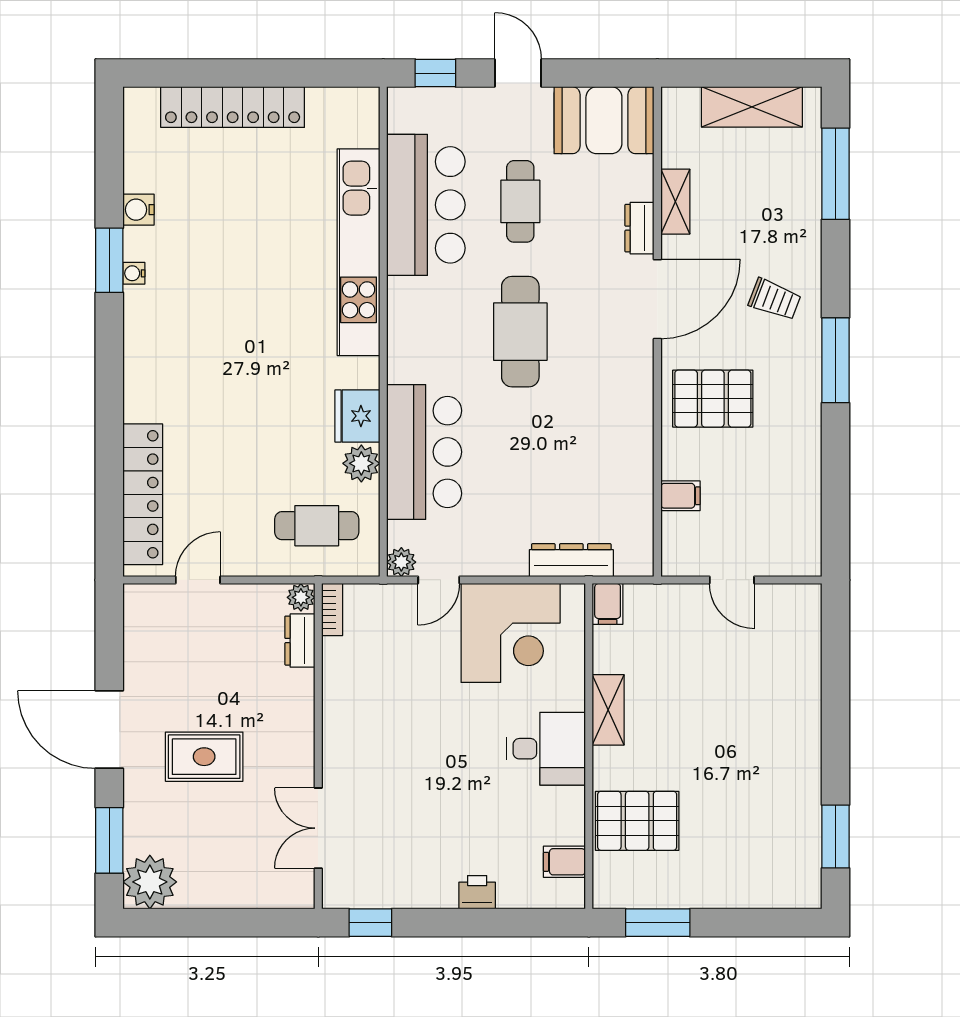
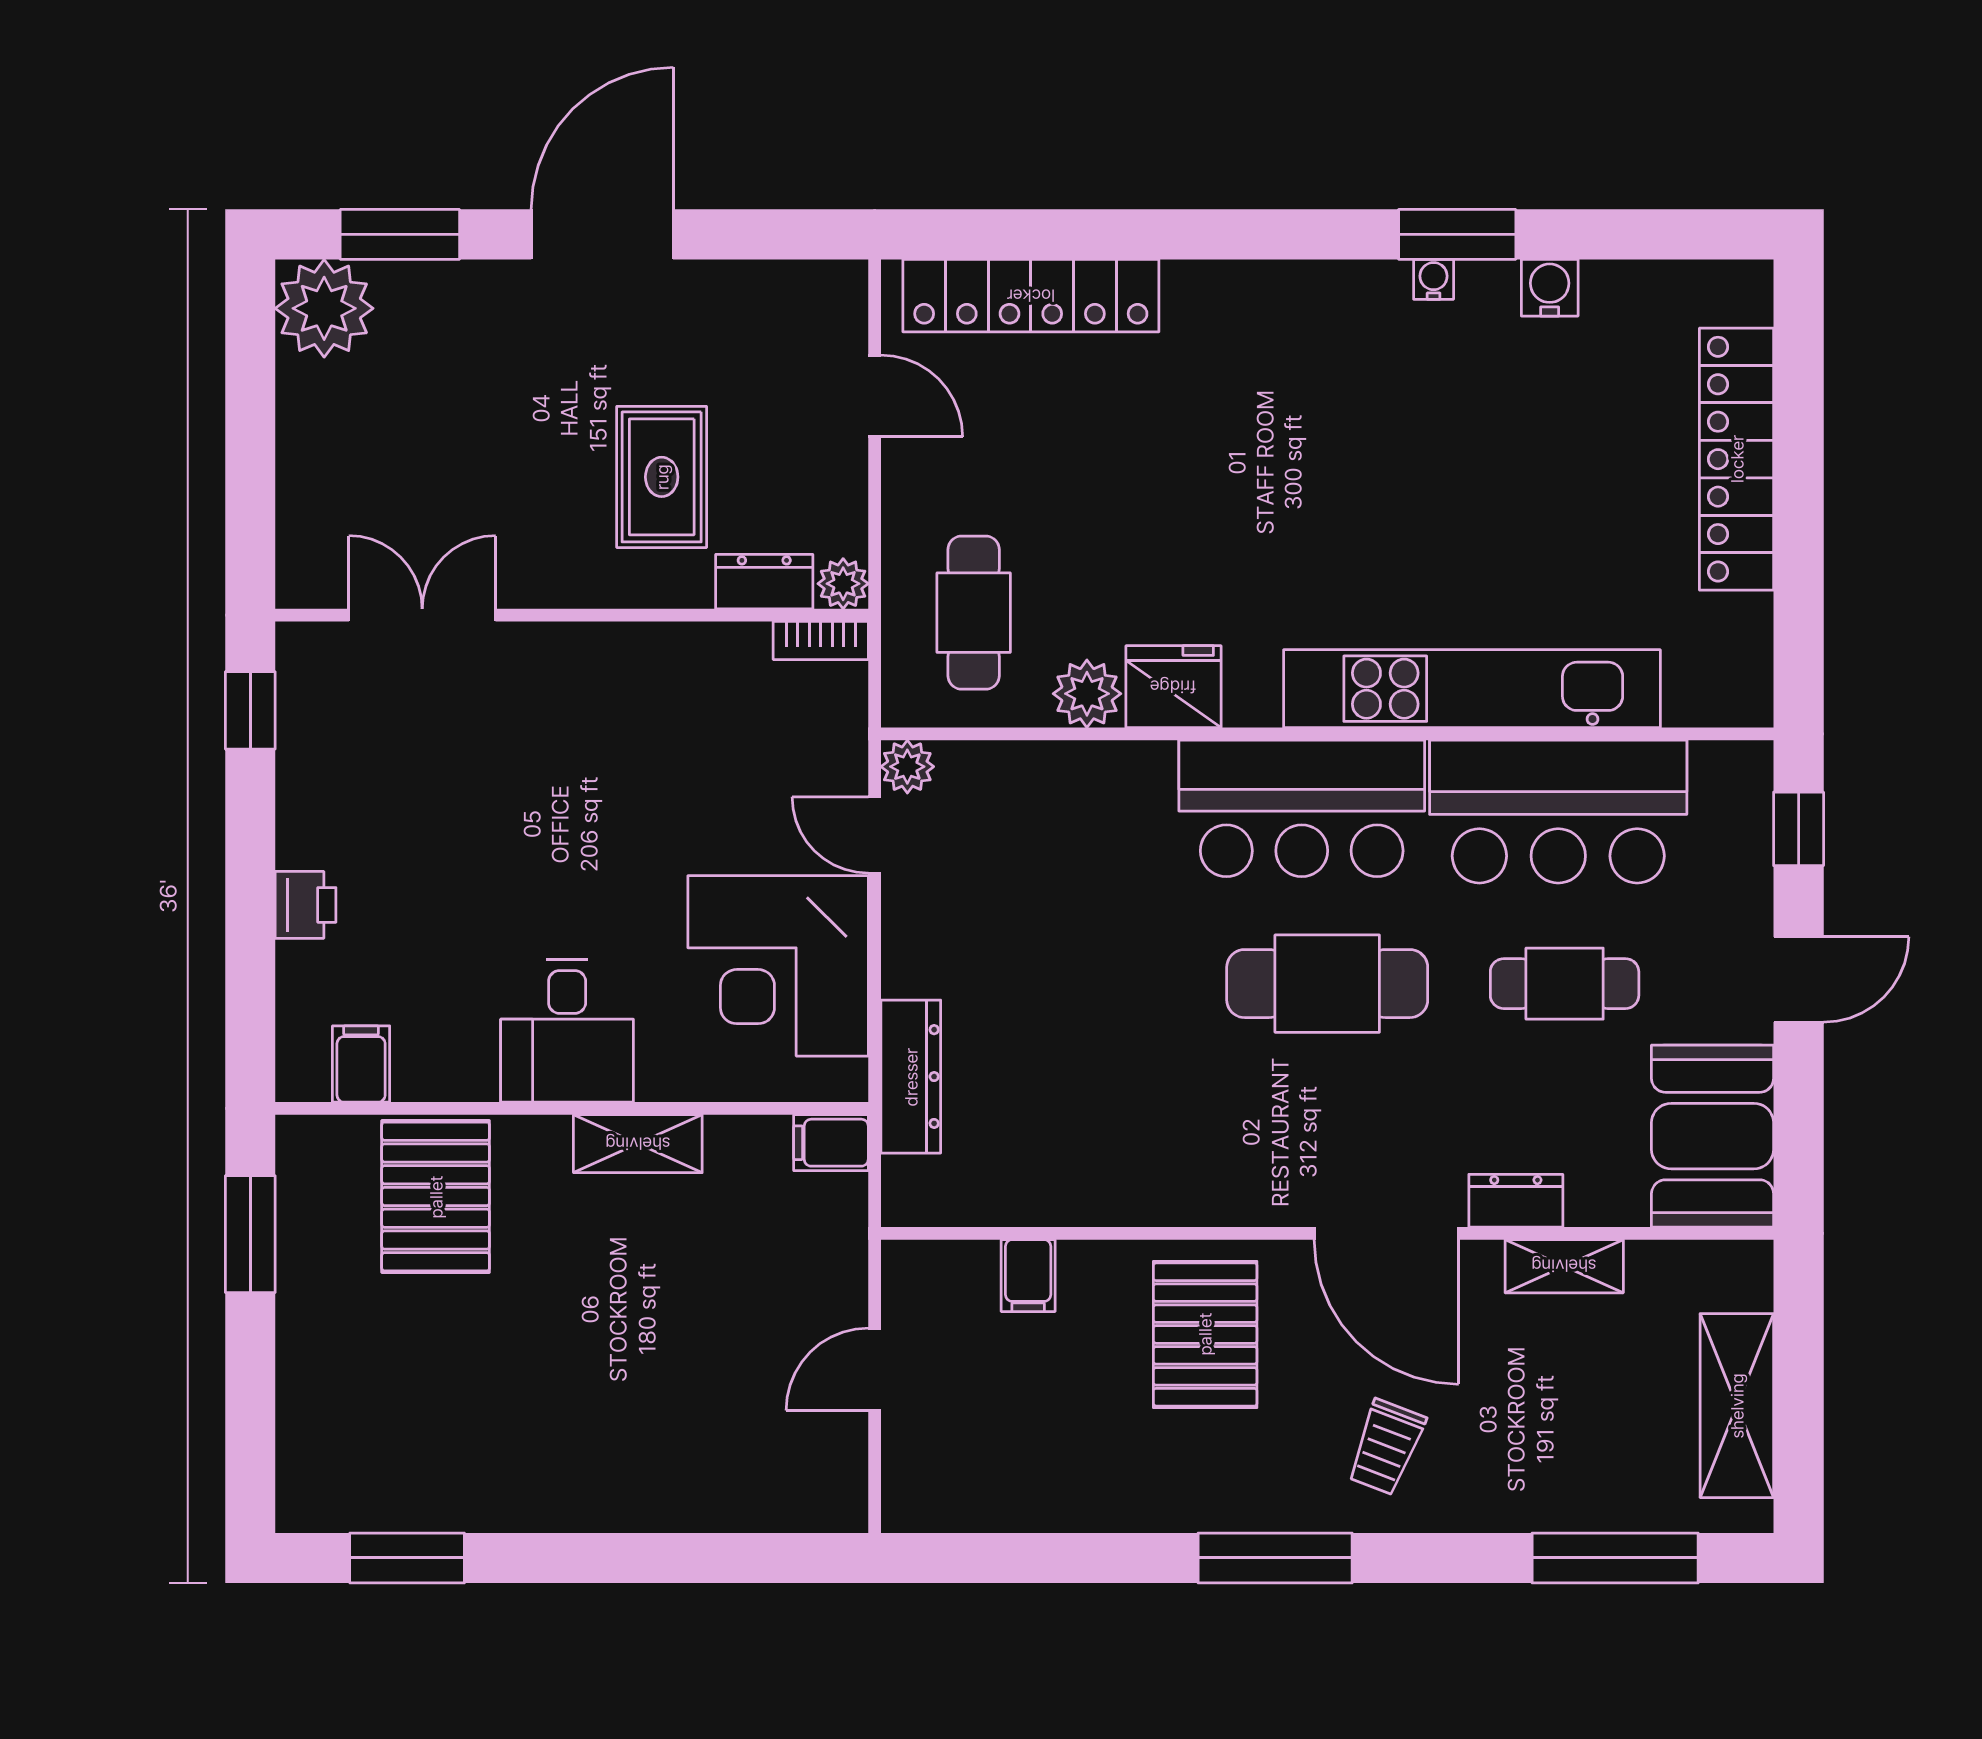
bar counter: (424, 452) -> (1302, 808), moved
rug: (204, 757) -> (662, 477), moved

